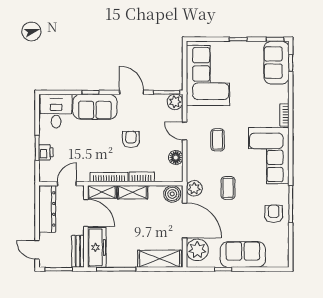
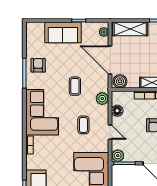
plant: (194, 188) -> (102, 99), moved
armchair: (274, 214) -> (38, 65), turned 180
plant: (197, 250) -> (104, 32), width x0.53, depth x0.53

